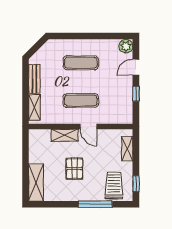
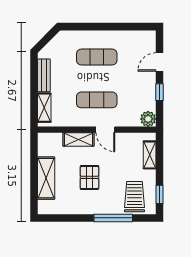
plant: (126, 46) -> (148, 119), moved
shelving: (36, 182) -> (46, 178), moved

